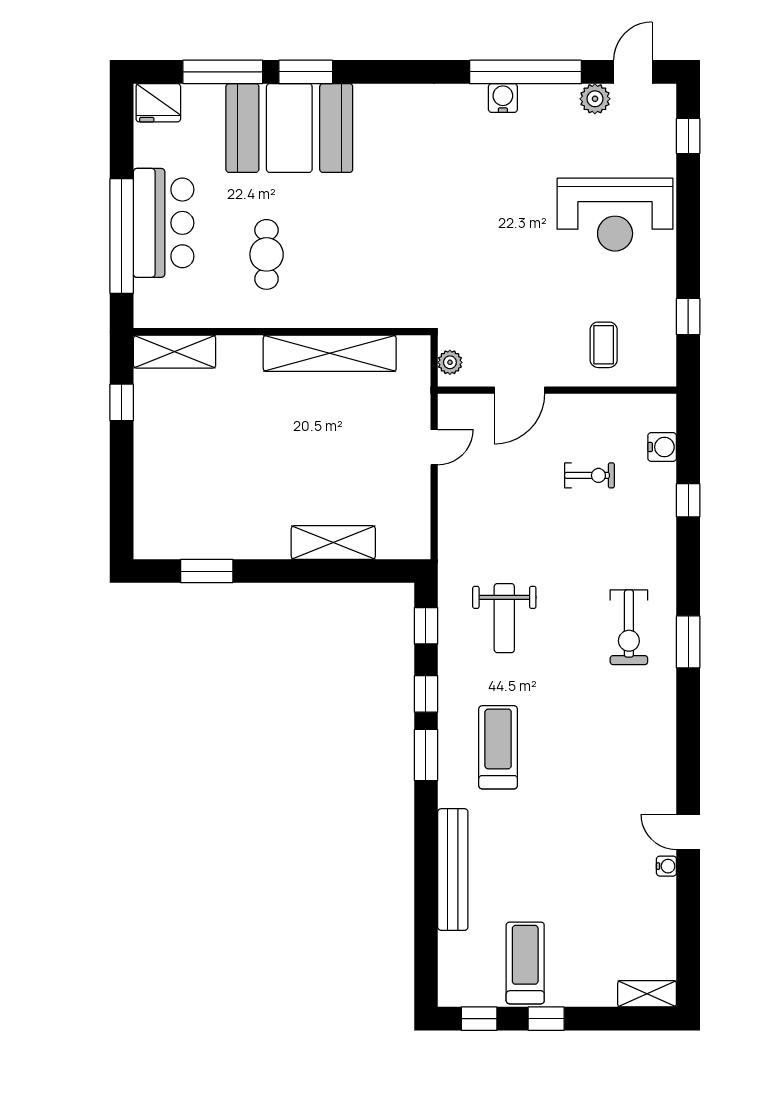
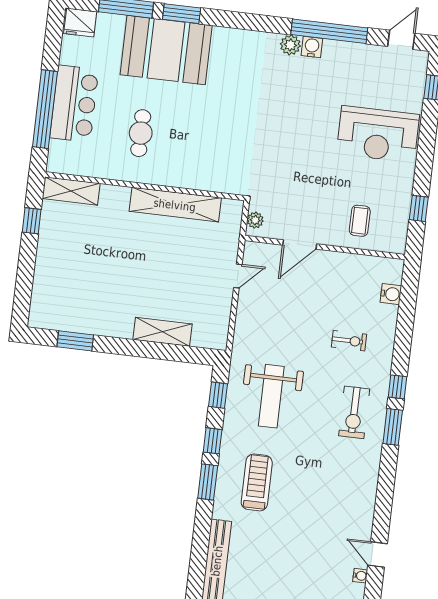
plant: (595, 99) -> (290, 45), moved
exercise bike: (589, 475) -> (349, 341), moved
window: (688, 500) -> (397, 387), moved
weight bench: (504, 618) -> (271, 396), width x1.36, depth x1.33

